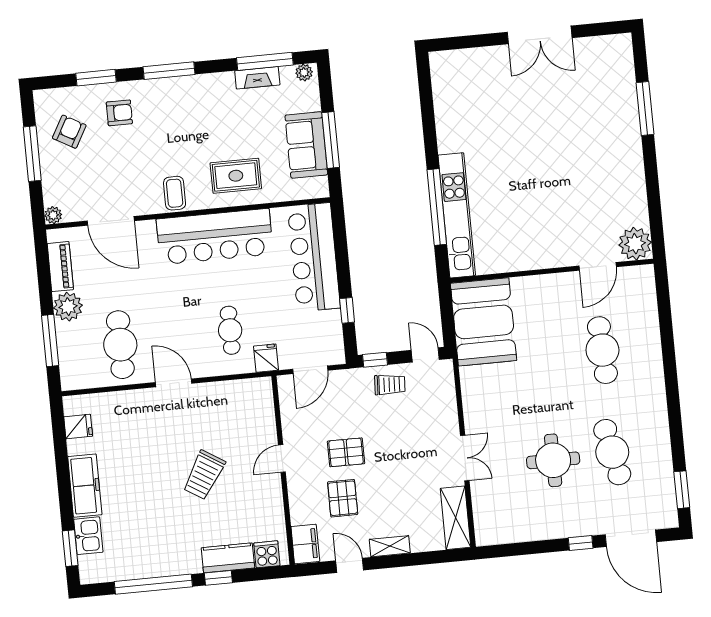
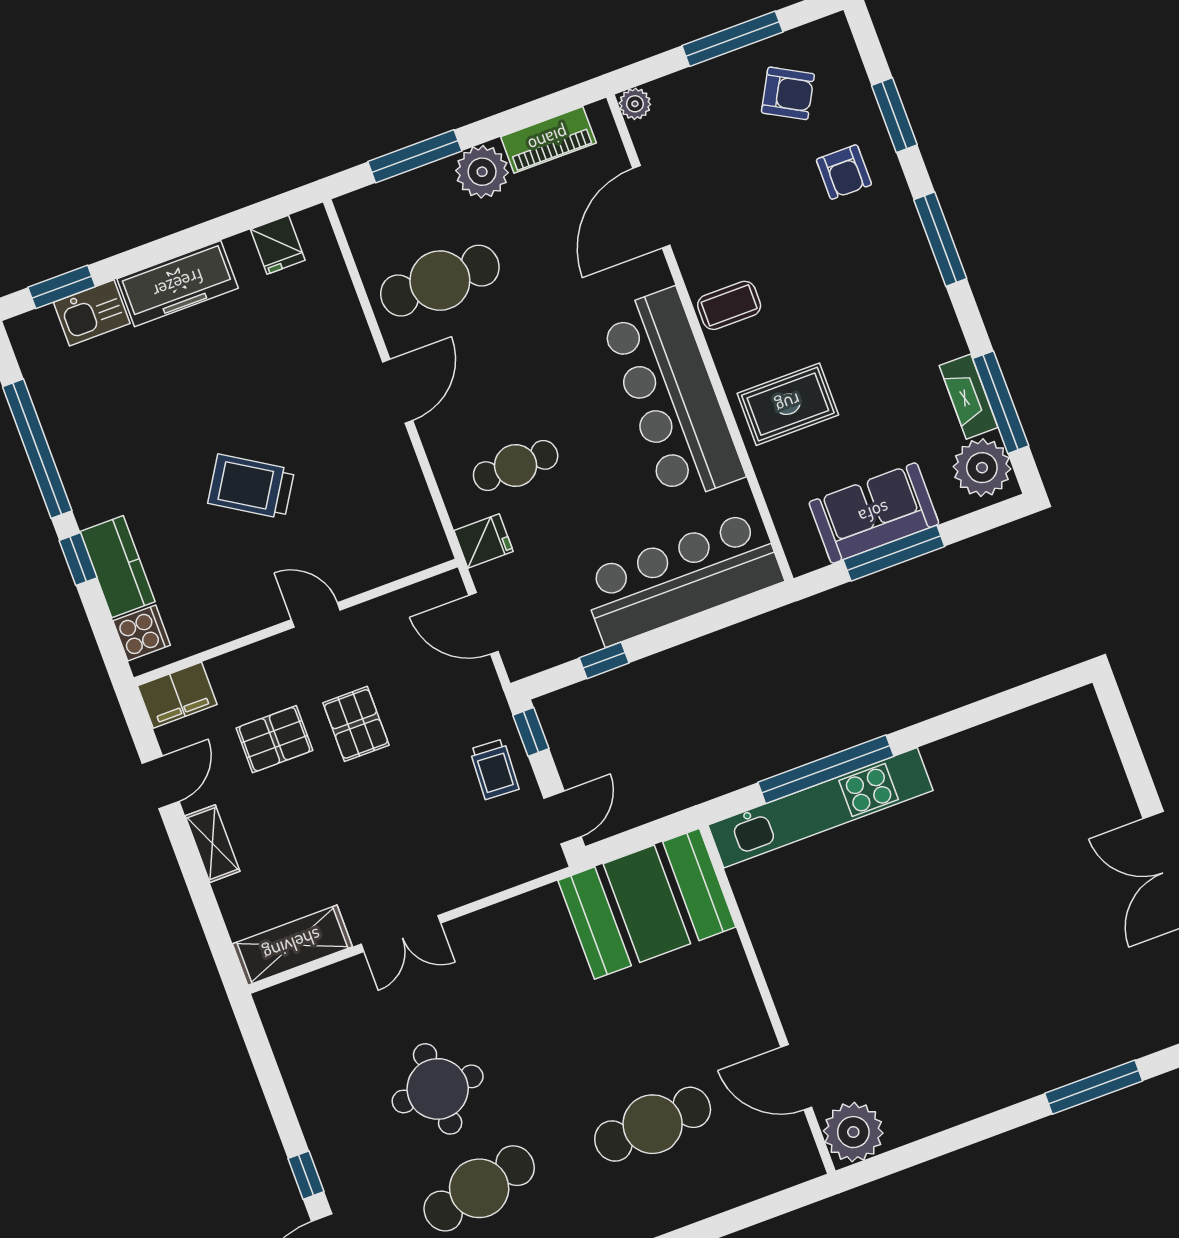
plant: (304, 73) -> (982, 468), width x1.87, depth x1.87
rug: (236, 176) -> (788, 404), turned 90

